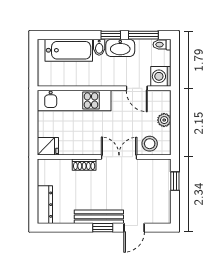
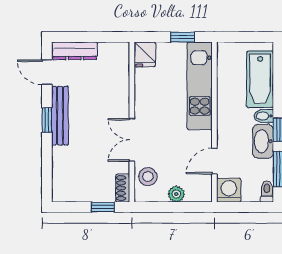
window: (33, 115) -> (183, 37), added
double door: (119, 157) -> (132, 140), swing flipped
shoe rack: (84, 165) -> (123, 188), moved
door: (134, 228) -> (47, 72), moved

